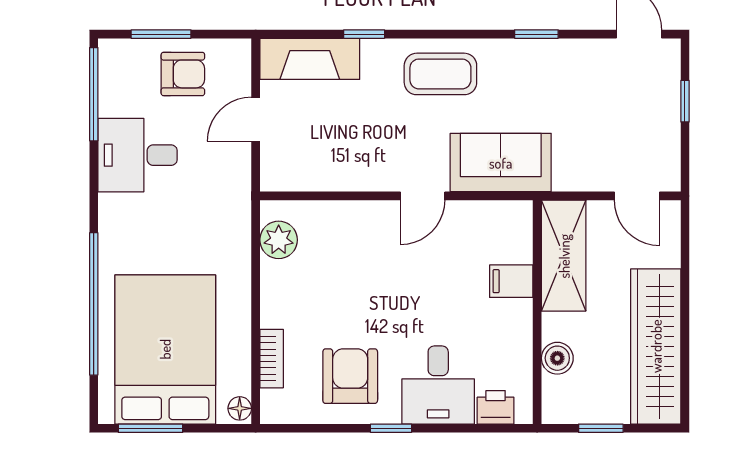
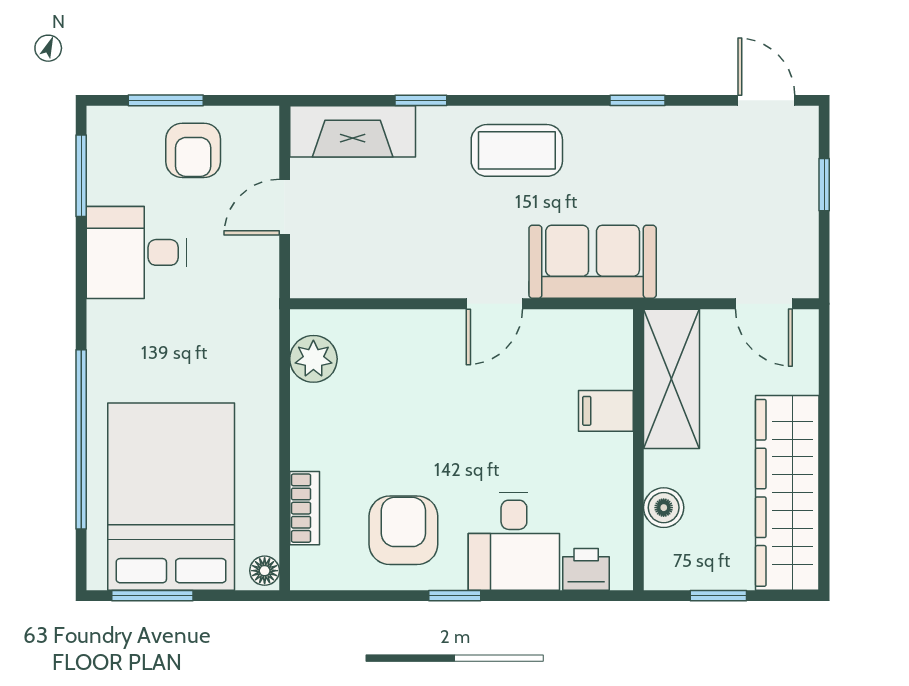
armchair: (183, 74) -> (193, 150), turned 90
window: (94, 94) -> (81, 176), width x0.69

